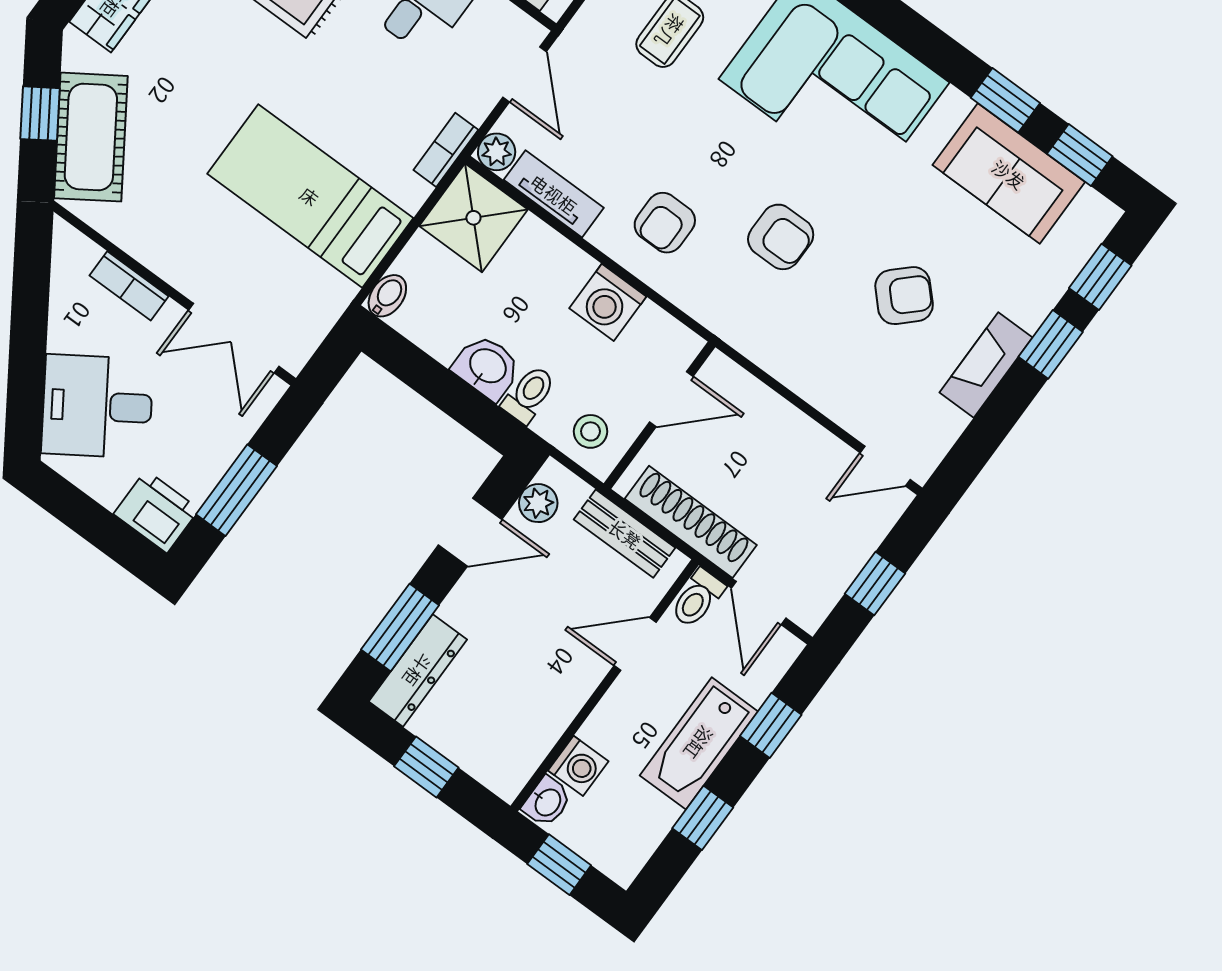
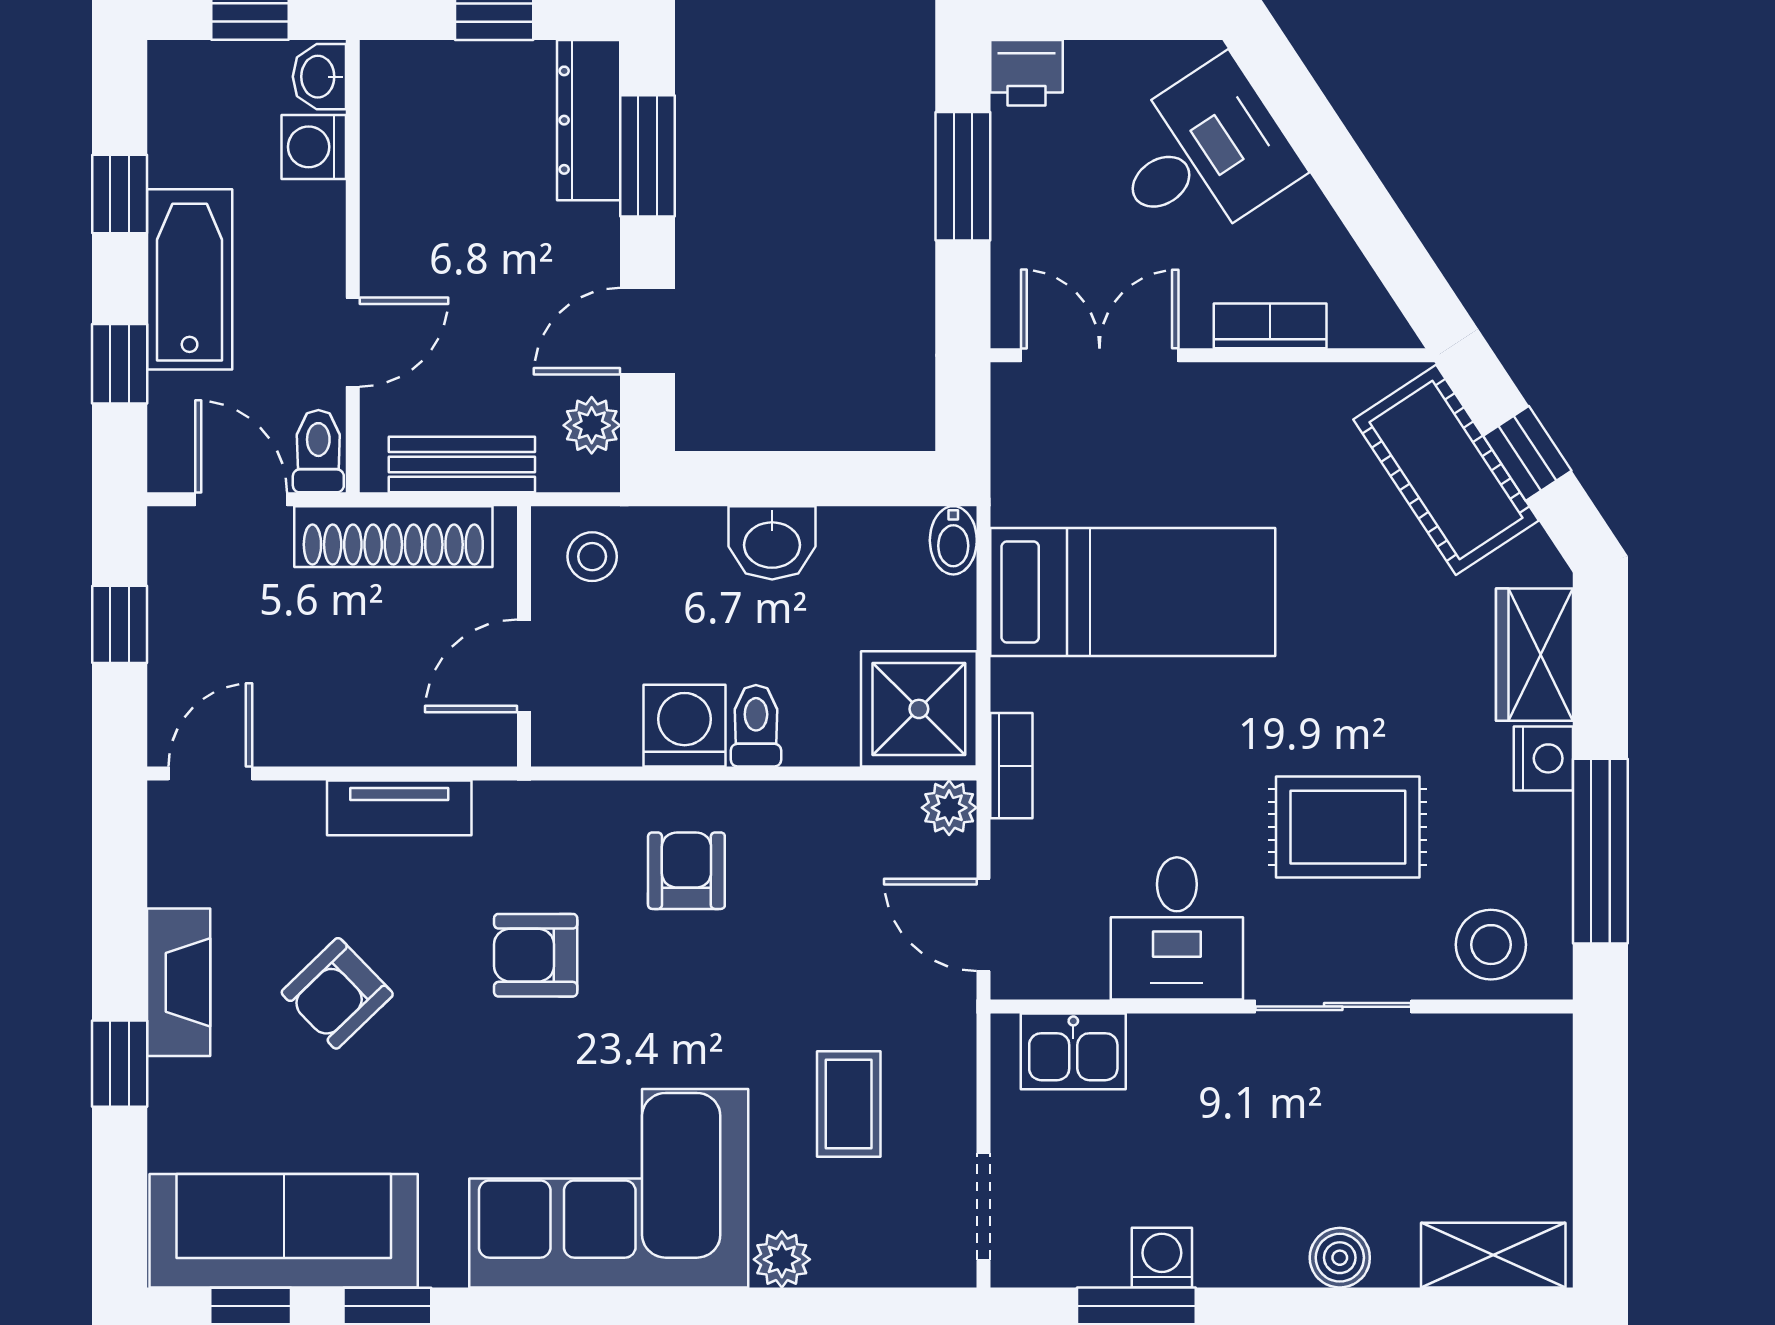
sofa: (1009, 174) -> (284, 1231), width x1.36
tv unit: (554, 194) -> (399, 808), moved
window: (1100, 277) -> (120, 1188), removed
toilet: (529, 394) -> (756, 726), moved, turned 180
printer: (156, 512) -> (1026, 73), width x0.73, depth x0.81

